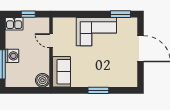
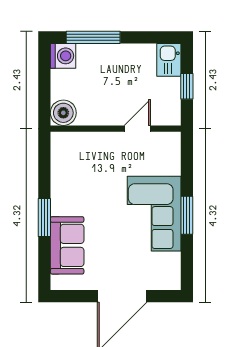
window: (120, 14) -> (187, 215), moved
washing machine: (12, 56) -> (63, 56), moved, turned -90
sofa: (61, 72) -> (67, 245), moved, turned -90

